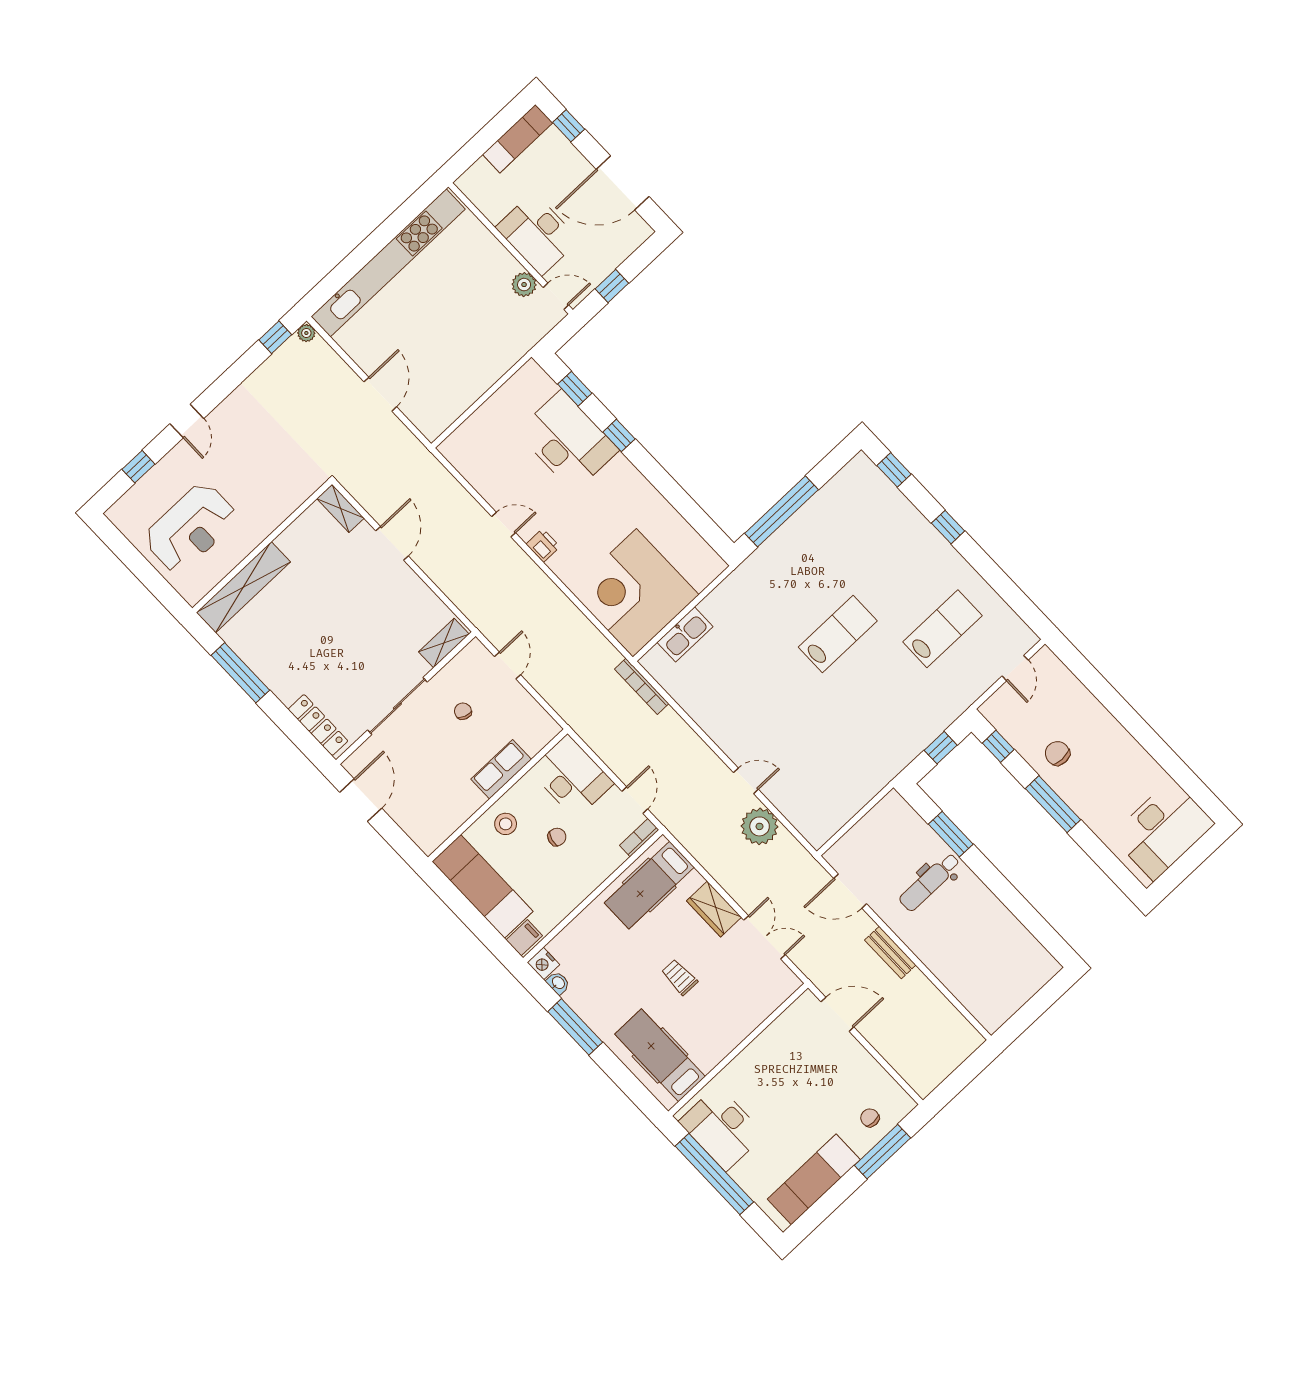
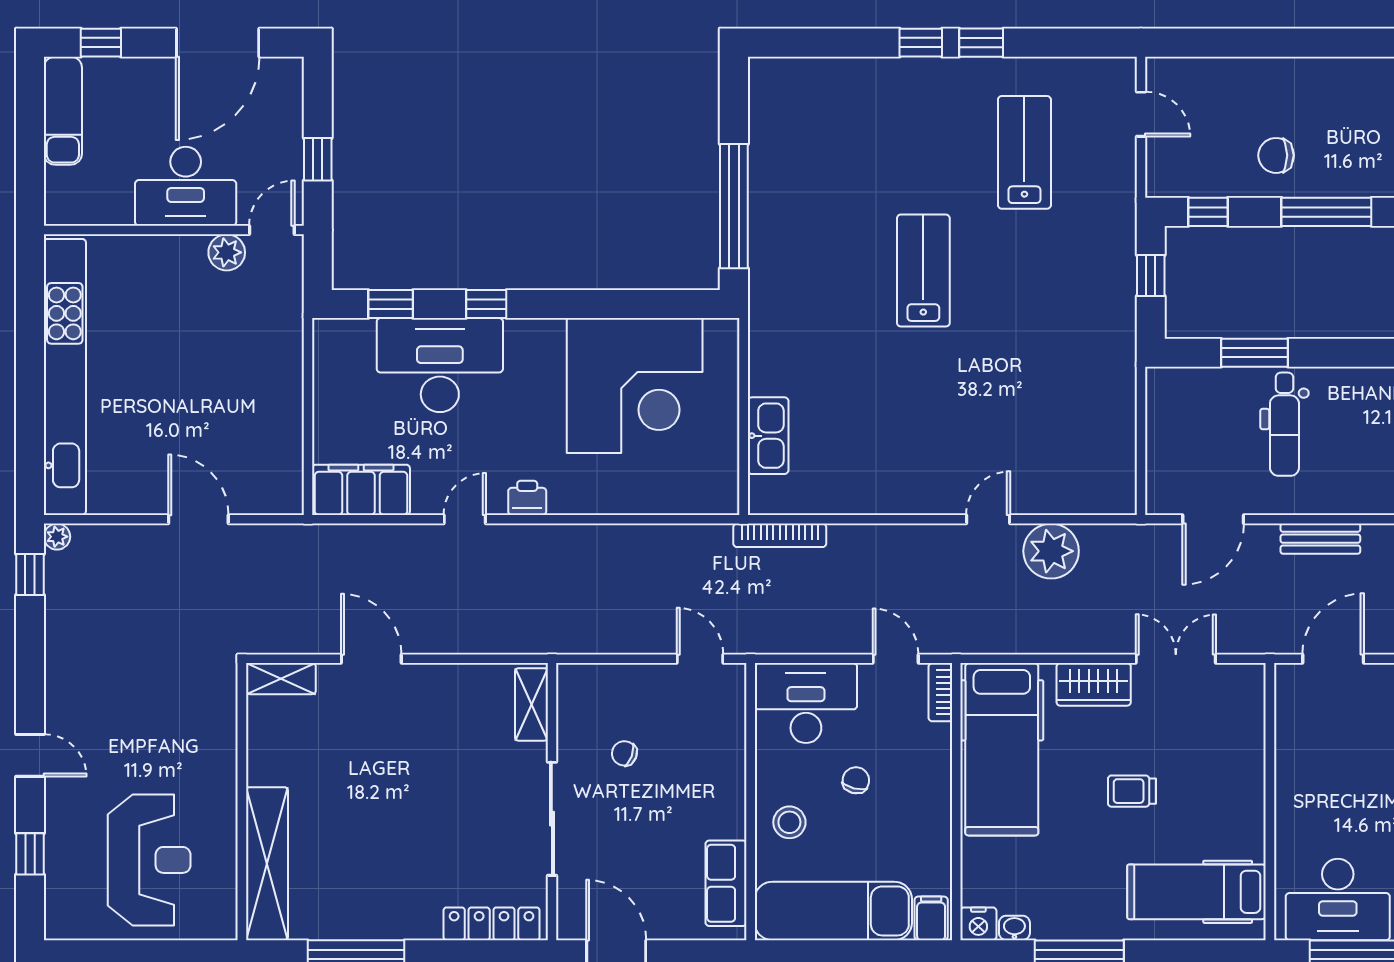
filing cabinet: (470, 460) -> (361, 490), added
window: (894, 470) -> (981, 43), moved
corner desk: (635, 593) -> (635, 386), moved, turned -90
door: (508, 666) -> (700, 659), moved
row of seats: (501, 769) -> (726, 883), moved
hospital bed: (649, 885) -> (1002, 749), width x1.37, depth x1.29

